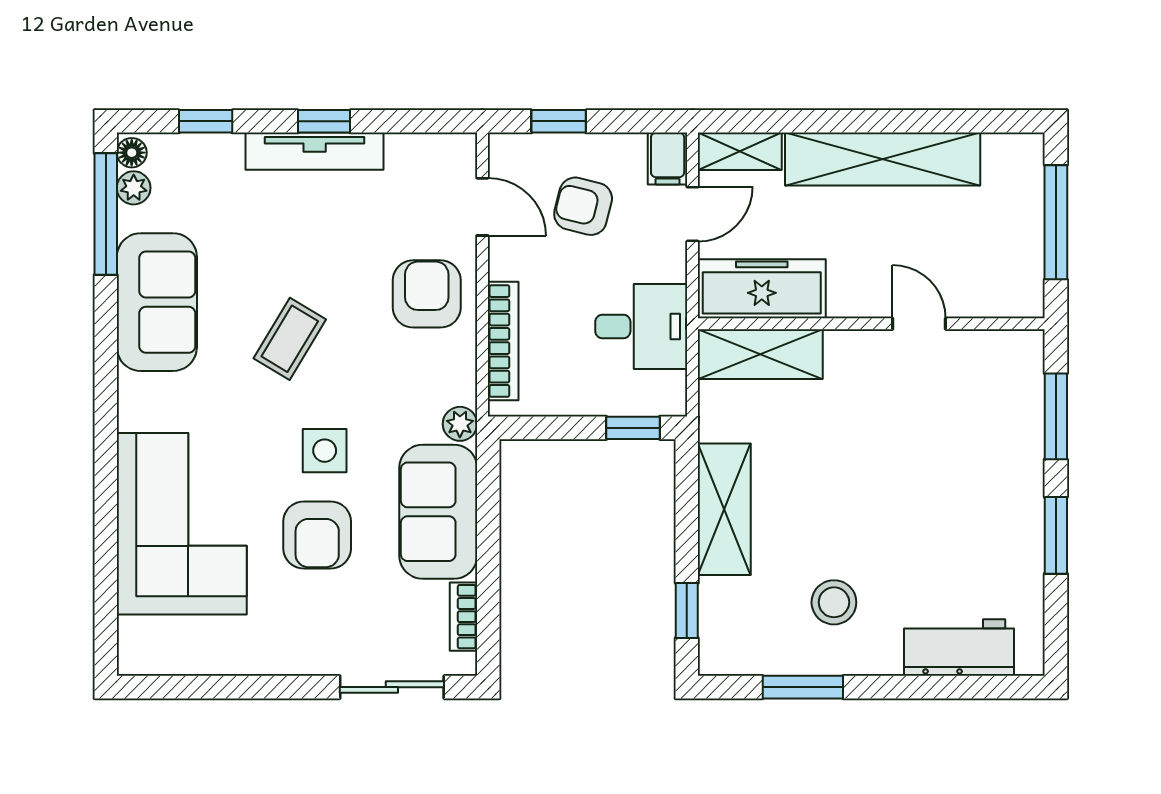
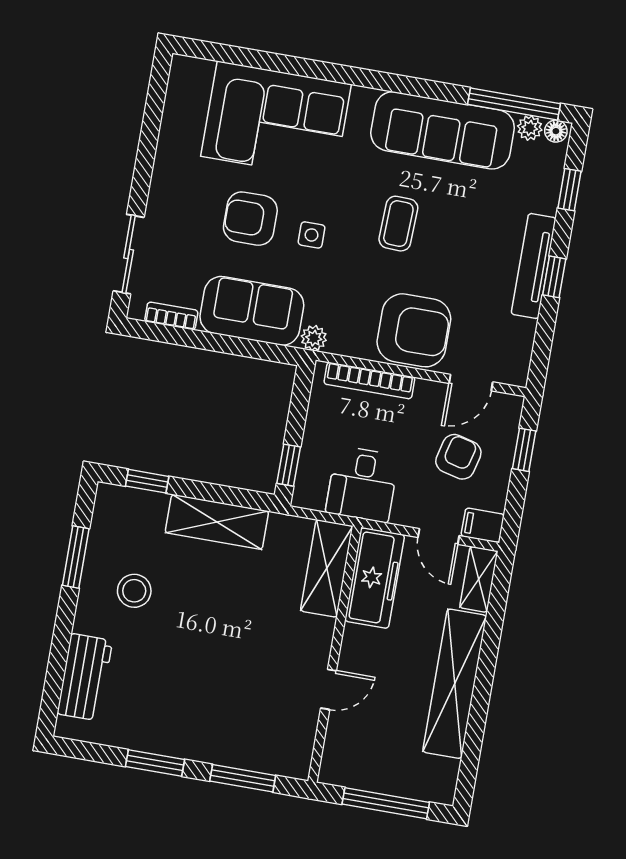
armchair: (427, 294) -> (414, 330), width x1.36, depth x1.36
sofa: (157, 302) -> (443, 130), width x1.36
coffee table: (290, 339) -> (398, 224), turned 61
side table: (325, 451) -> (312, 235), width x0.73, depth x0.73

